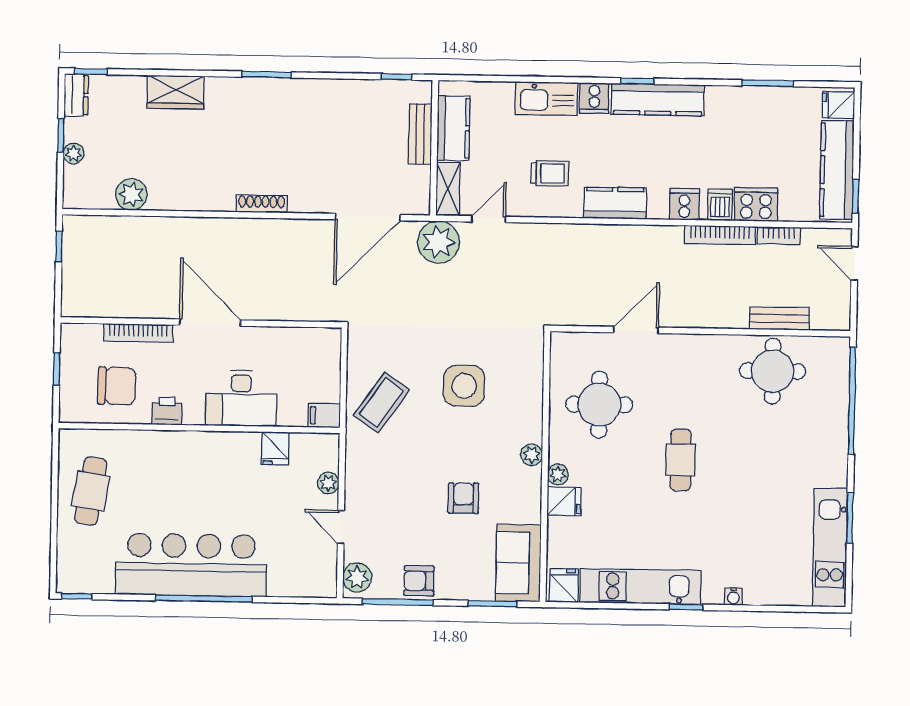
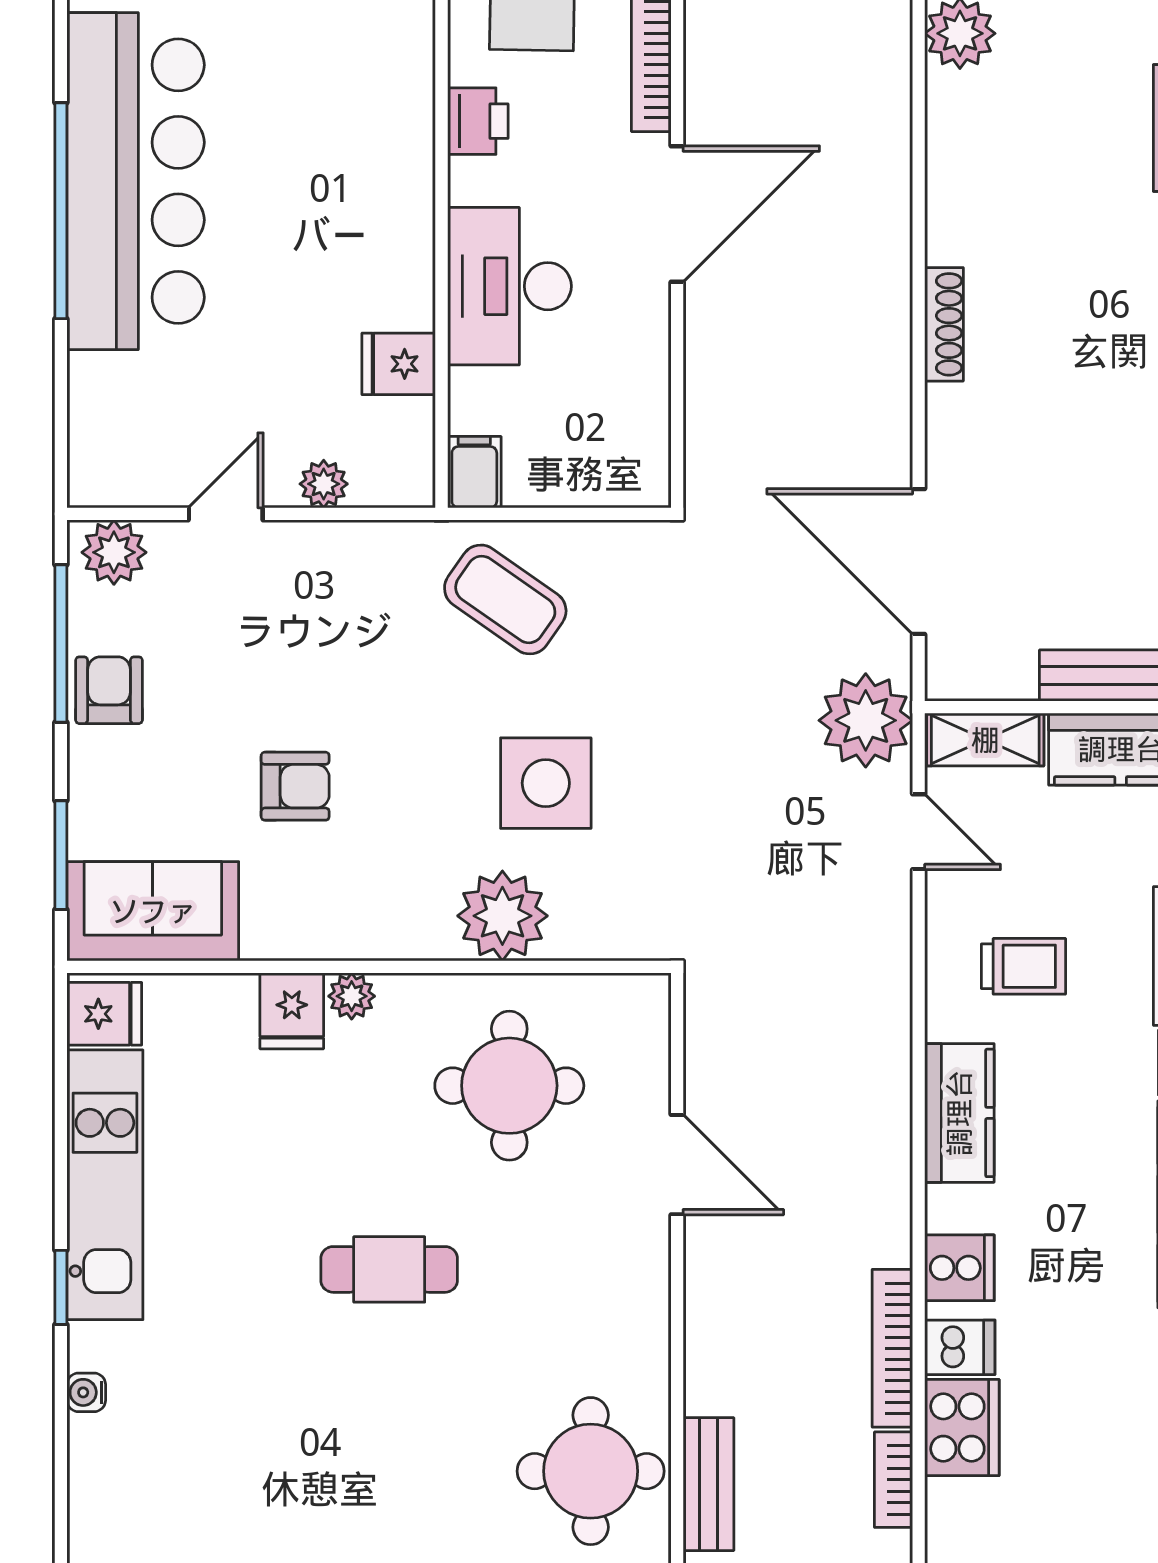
trolley: (550, 173) -> (1023, 966), turned -90
plant: (532, 455) -> (502, 916), moved, width x1.87, depth x1.87

